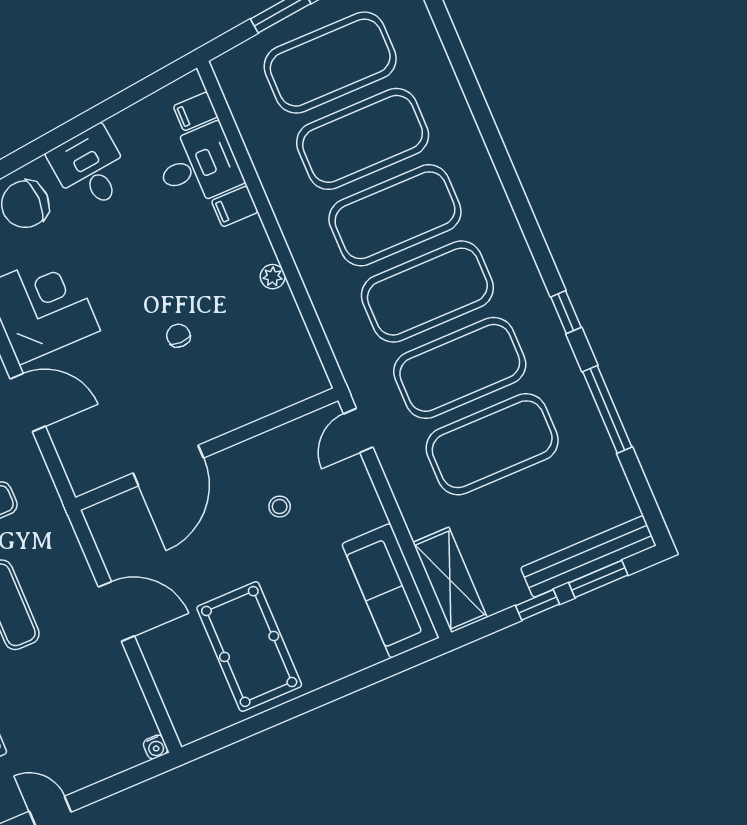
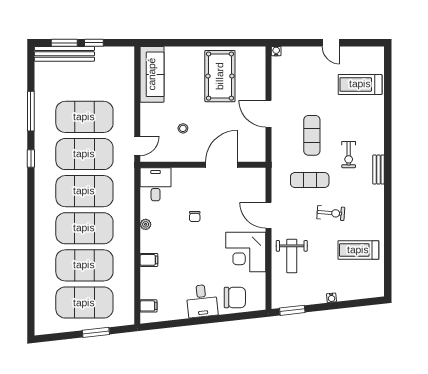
desk: (198, 166) -> (156, 184), moved, turned 90
shelving: (450, 580) -> (126, 68), removed

